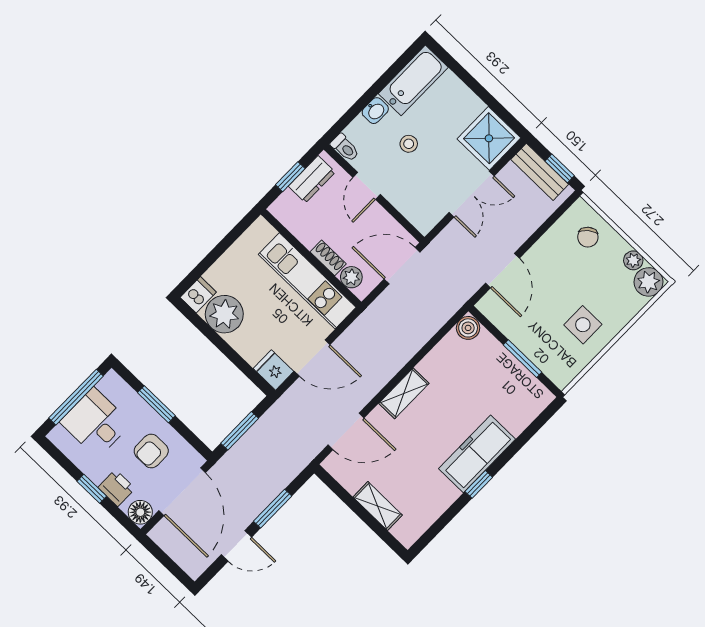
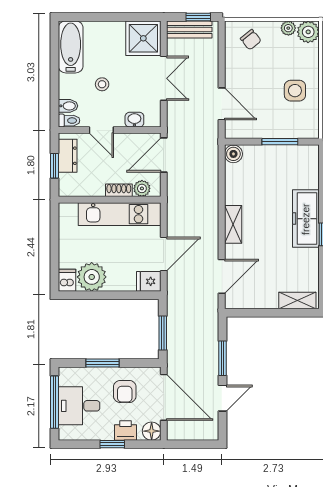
washbasin: (375, 111) -> (134, 120), moved, turned -90
bidet: (357, 133) -> (68, 106), added
shelving: (378, 506) -> (297, 301), moved

